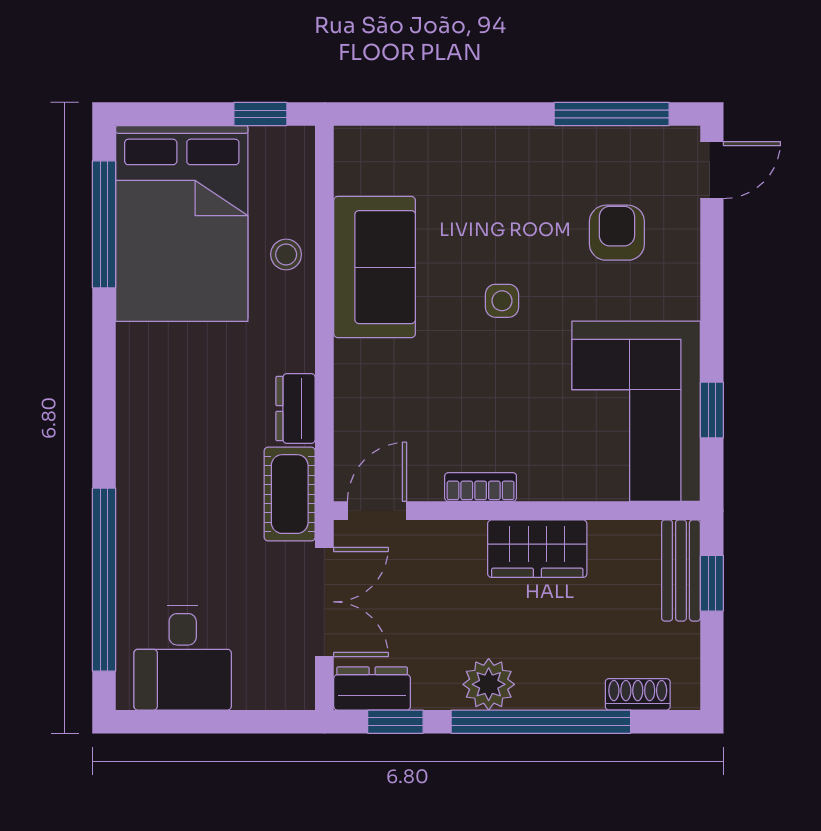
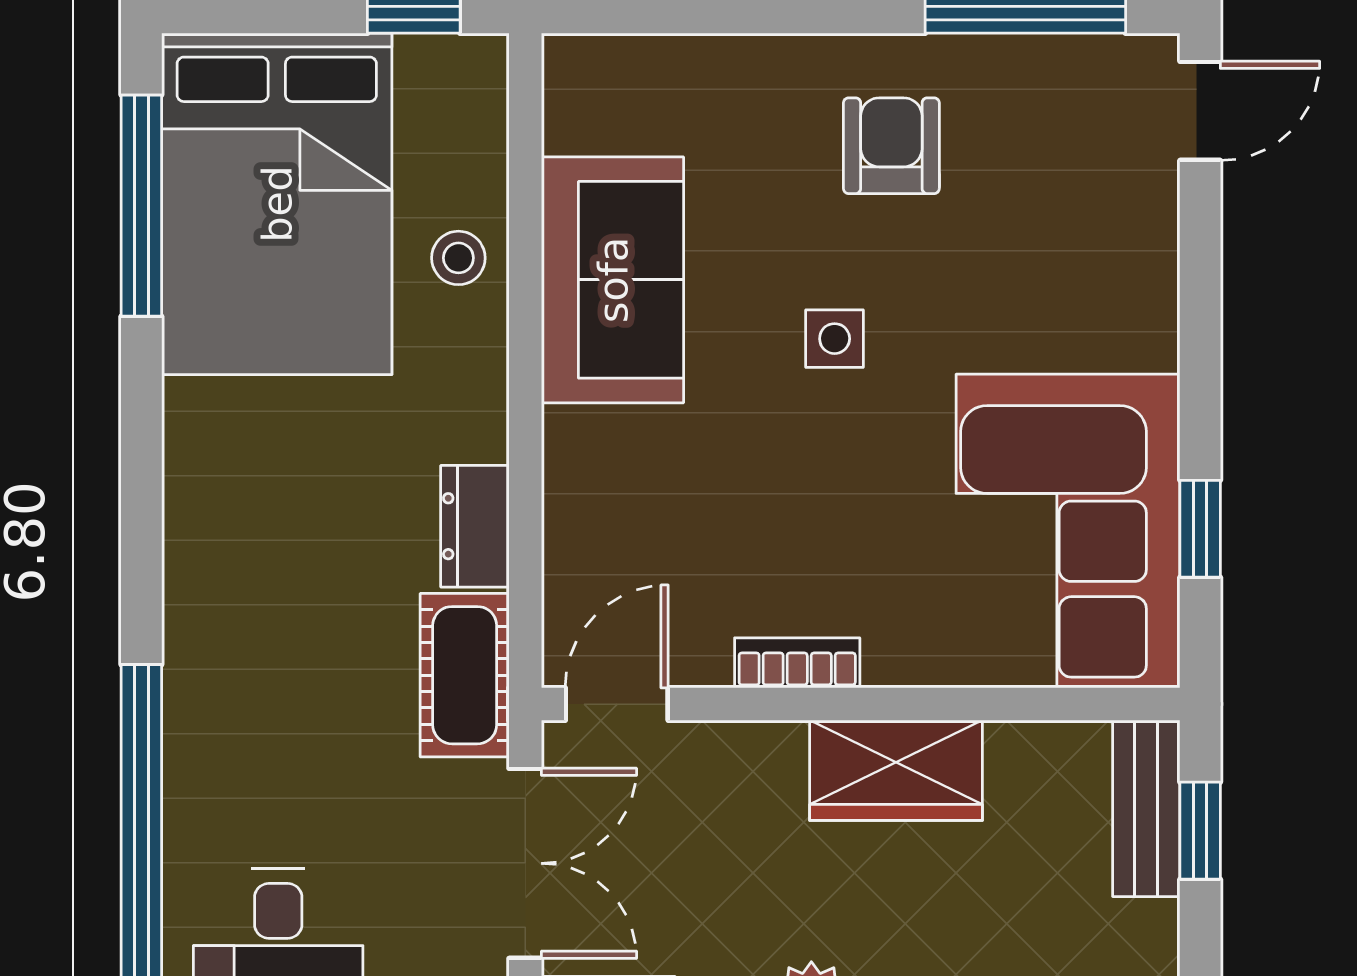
armchair: (617, 233) -> (891, 146), moved

